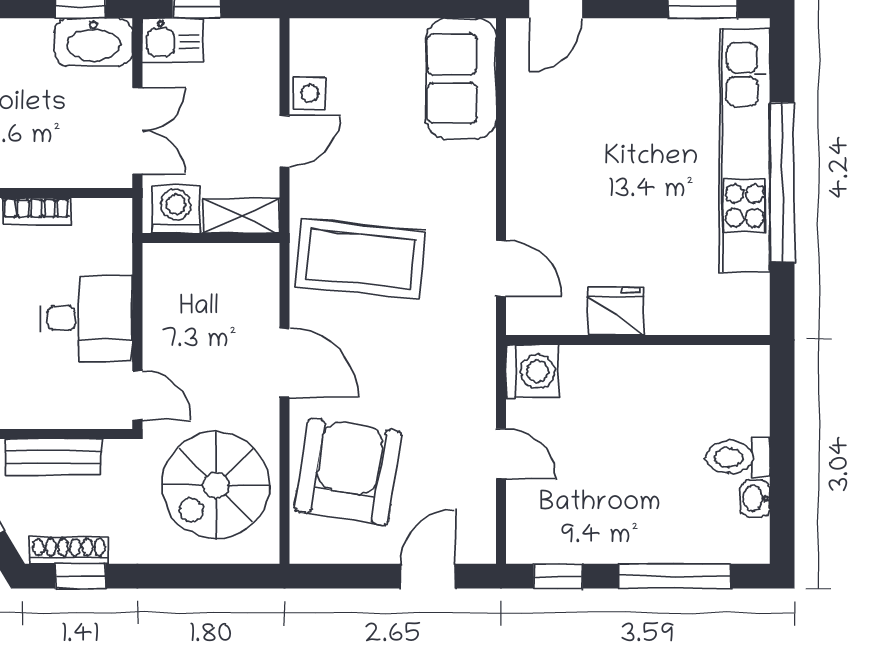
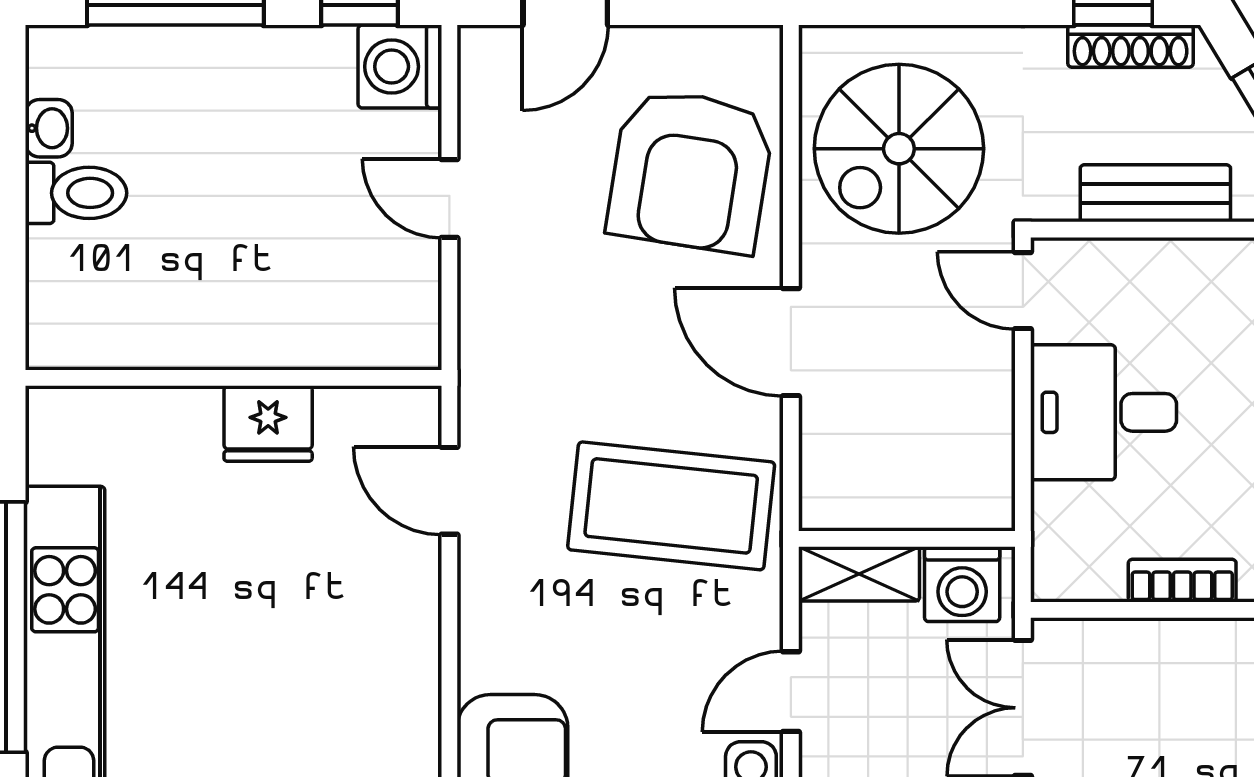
washing machine: (532, 371) -> (400, 67), moved
spiral stairs: (216, 485) -> (899, 149), turned 180

